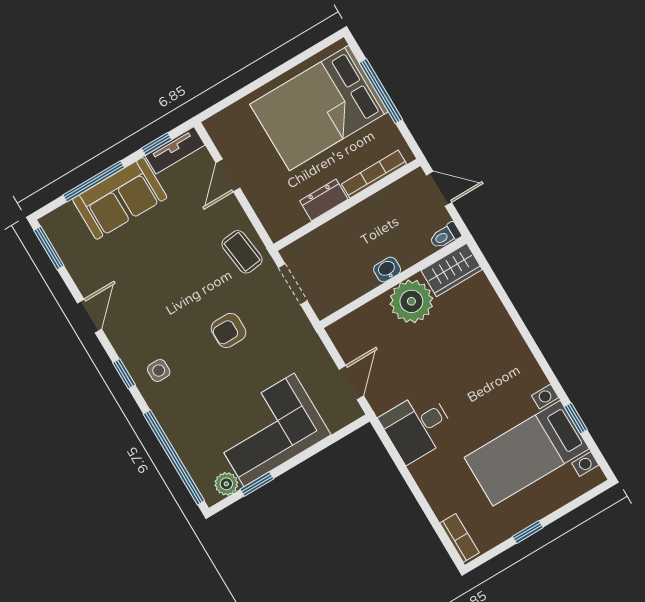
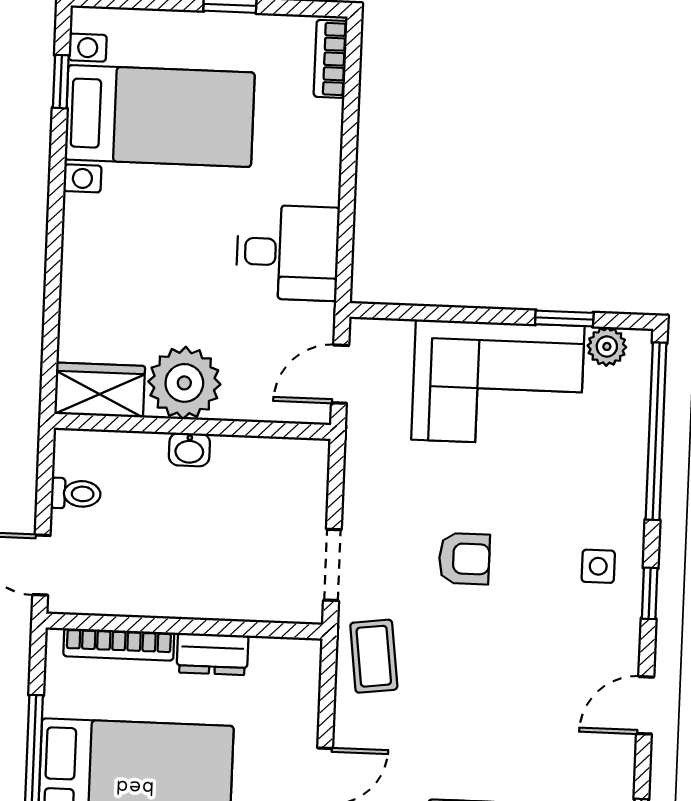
washbasin: (387, 270) -> (189, 449), moved
wardrobe: (452, 270) -> (100, 390), moved
wall: (393, 282) -> (192, 426), moved
plant: (411, 301) -> (184, 383), moved
window: (576, 418) -> (61, 82), moved

